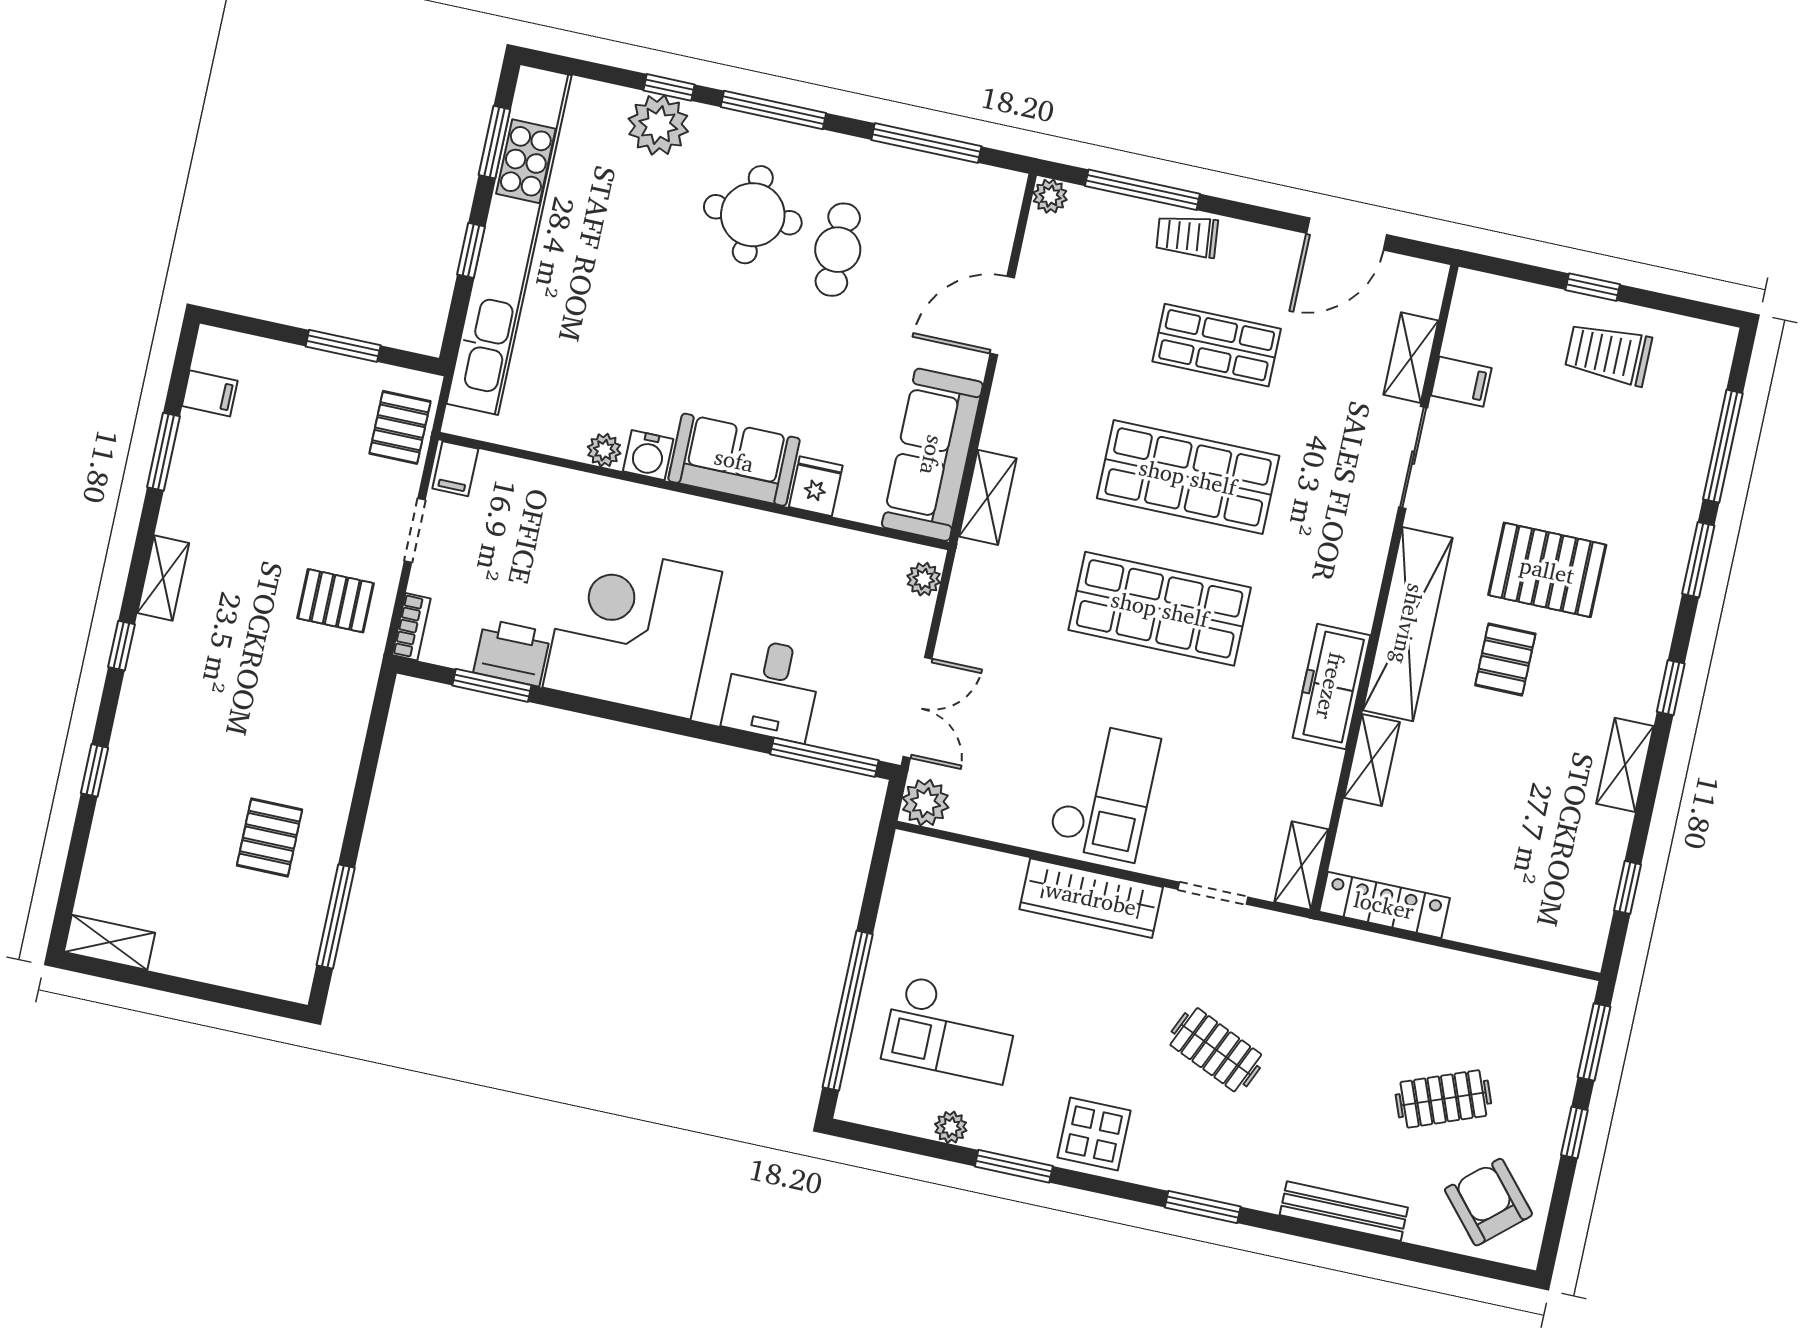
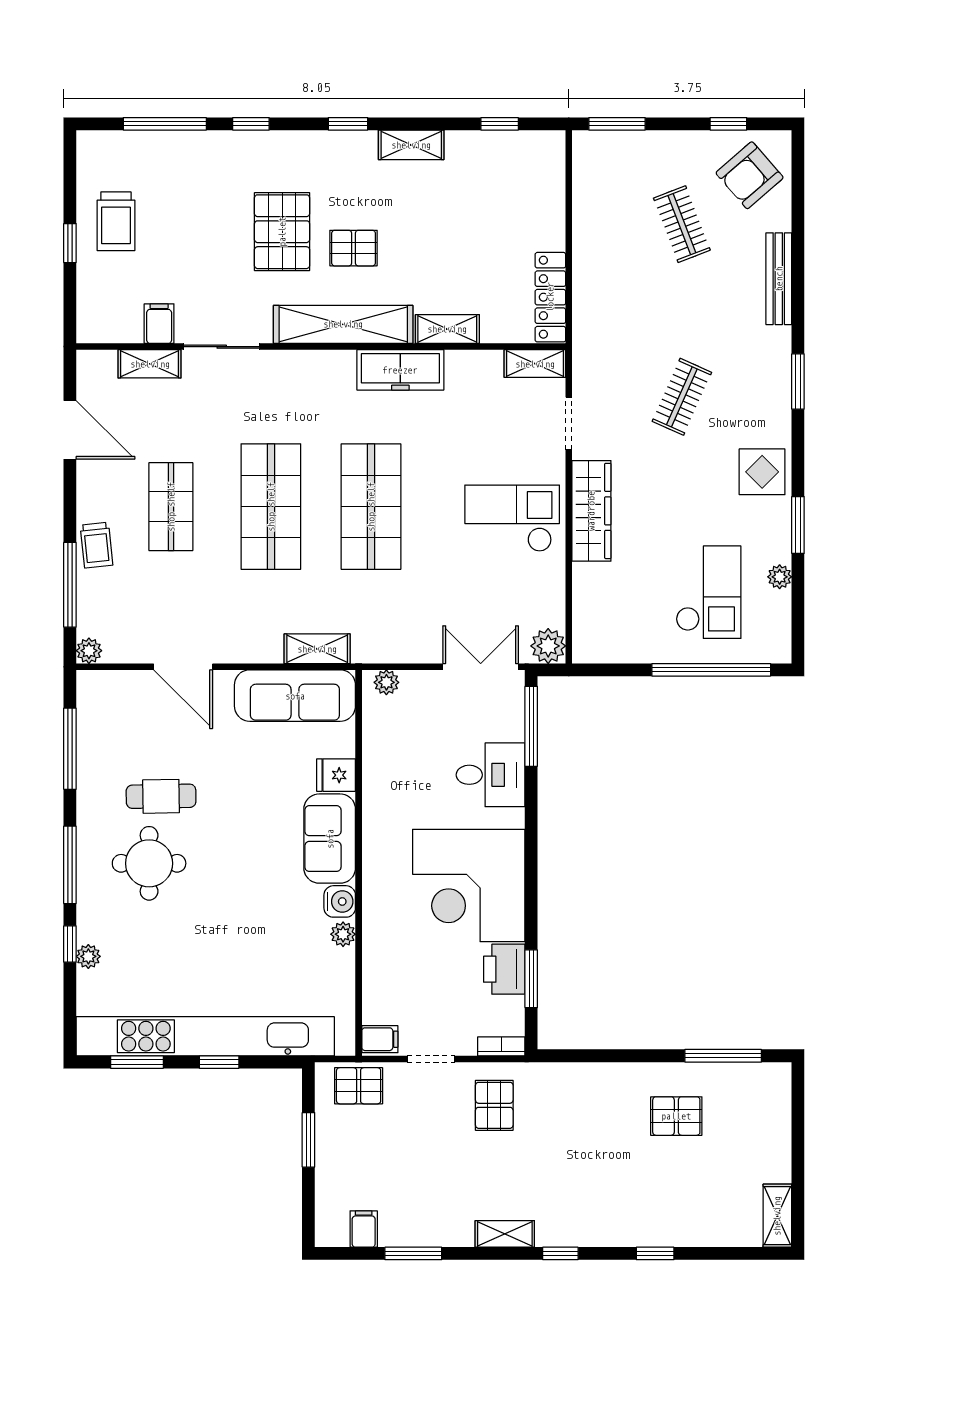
plant: (658, 125) -> (88, 956), width x0.53, depth x0.53
window: (1698, 560) -> (251, 124), width x0.67
window: (1574, 1133) -> (728, 124), moved

